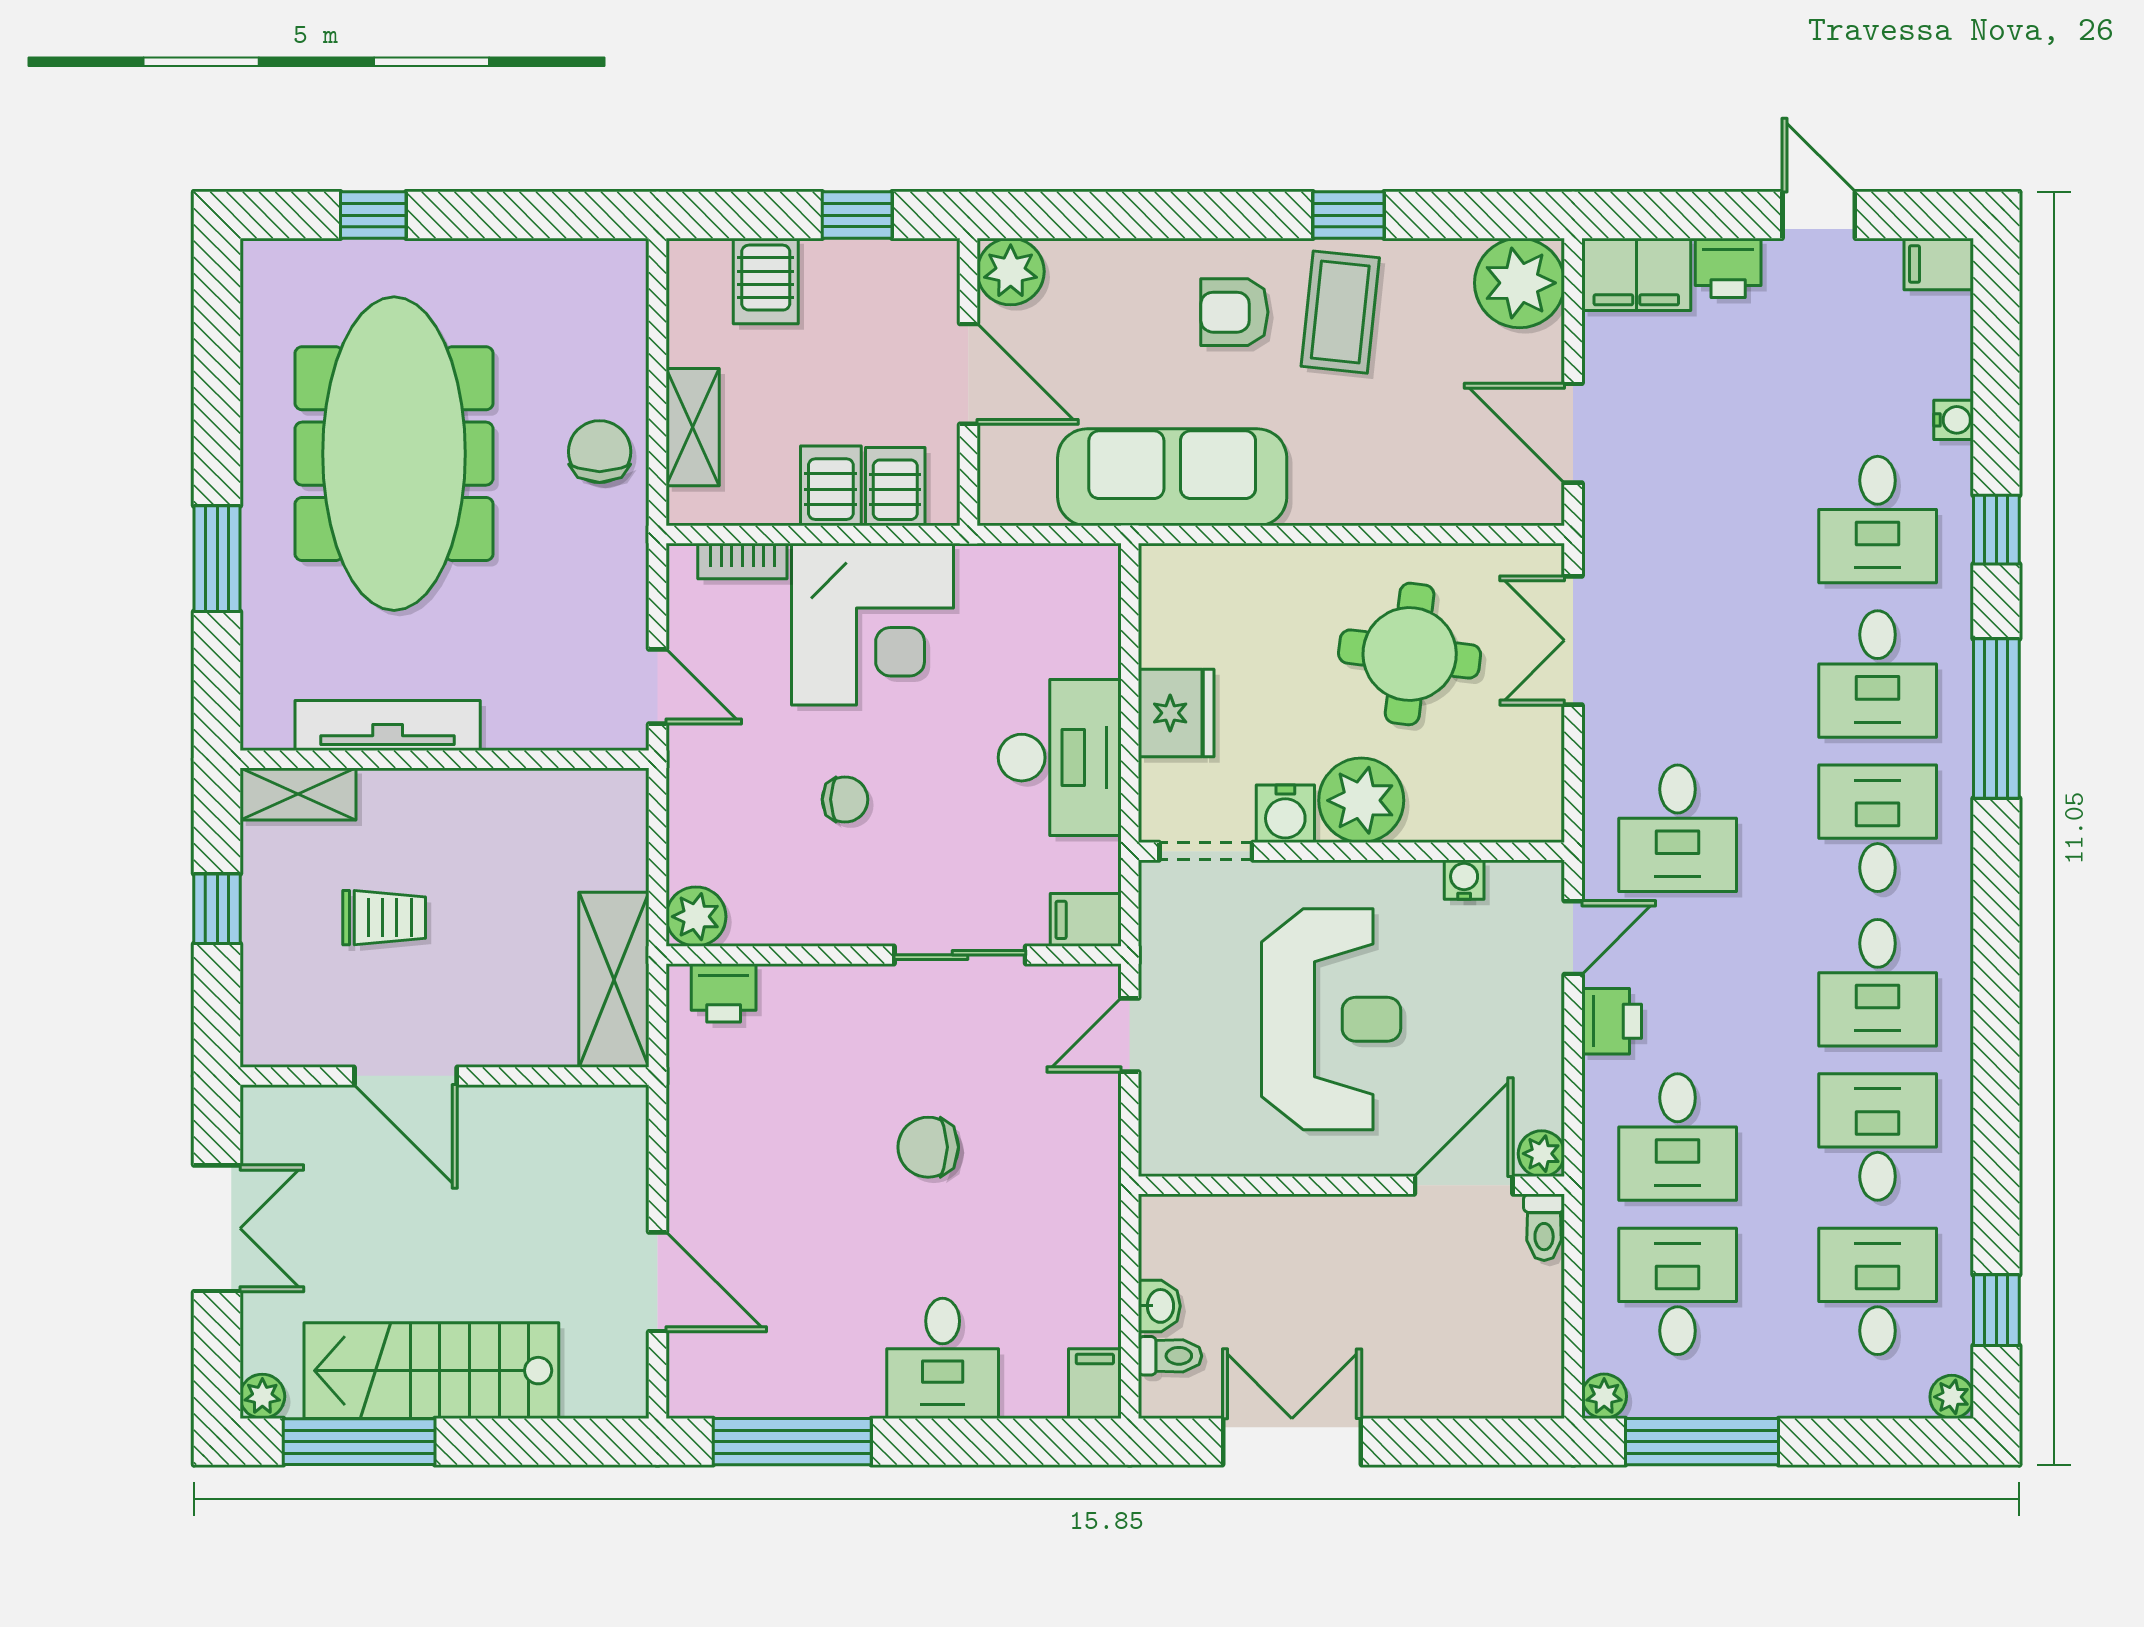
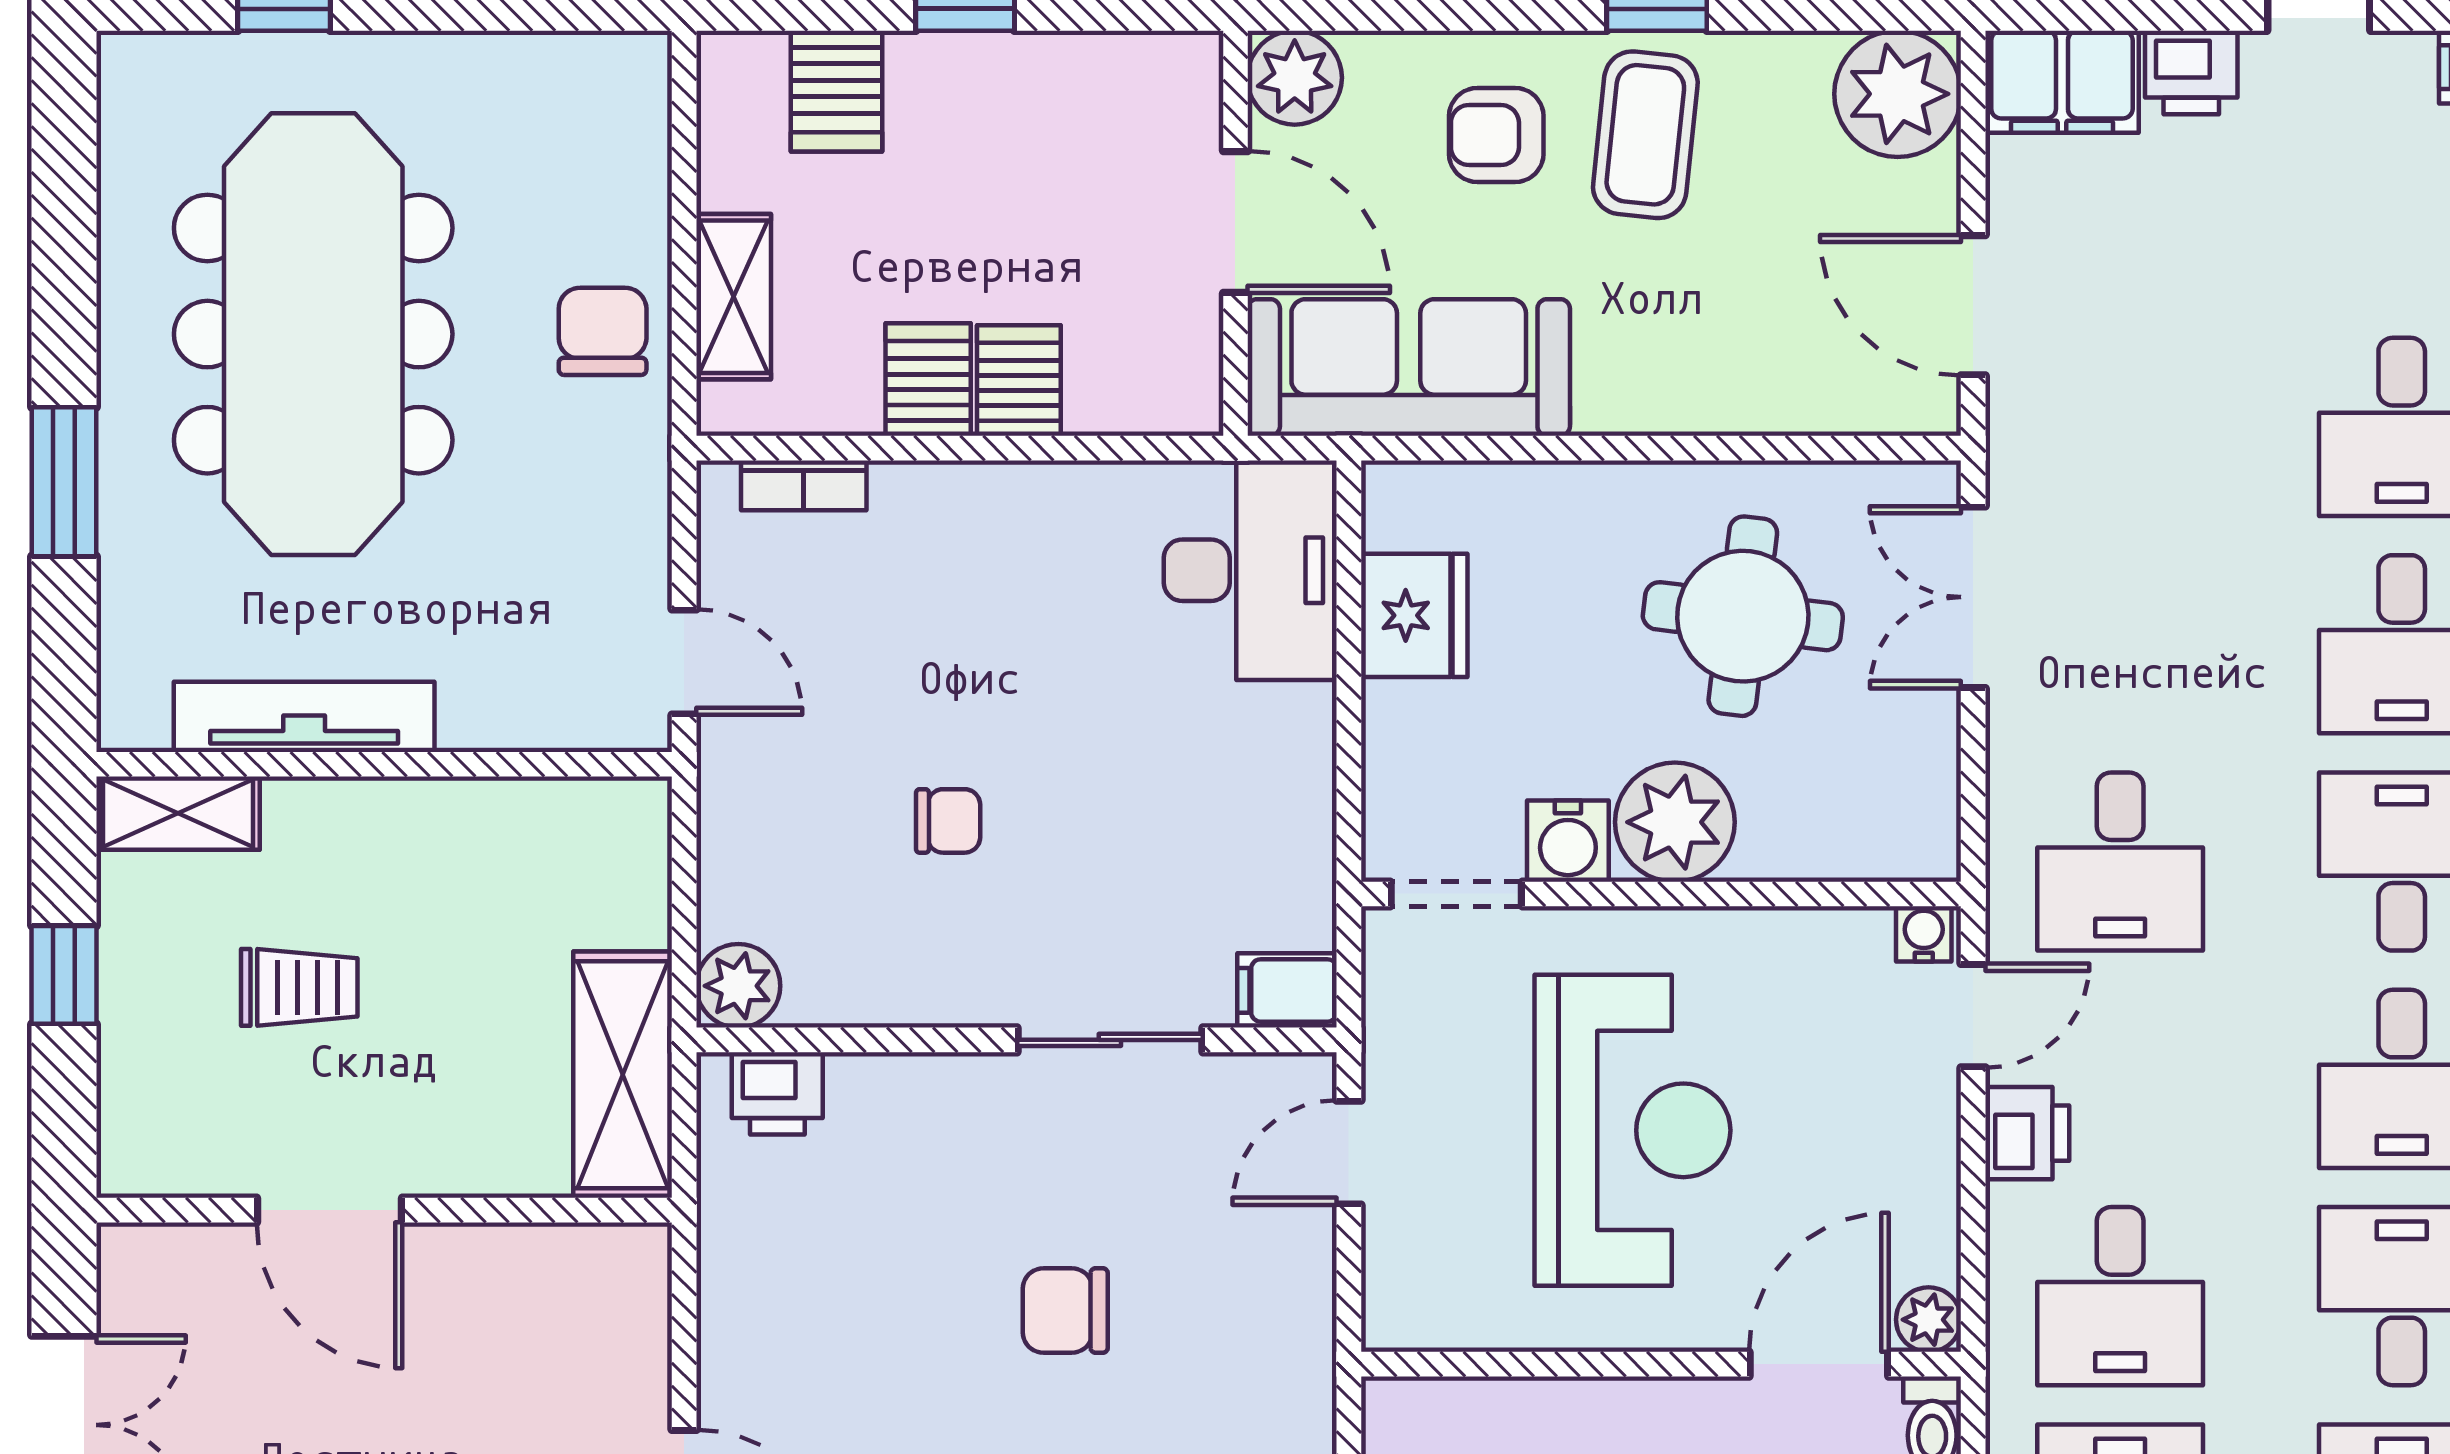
plant: (1011, 271) -> (1295, 78), moved
door: (968, 374) -> (1235, 222), moved
wall: (968, 382) -> (1235, 233), moved
corner desk: (873, 624) -> (987, 574), removed
fridge: (1176, 713) -> (1414, 615), moved
desk: (1060, 758) -> (1250, 570), moved
water cooler: (1464, 880) -> (1924, 934), moved

